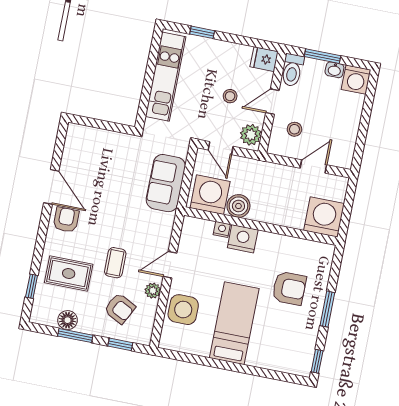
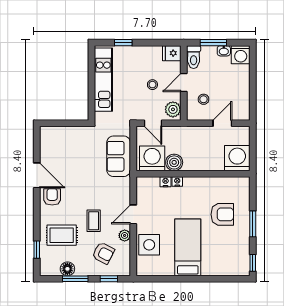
nightstand: (243, 239) -> (177, 181), width x0.53, depth x0.56

